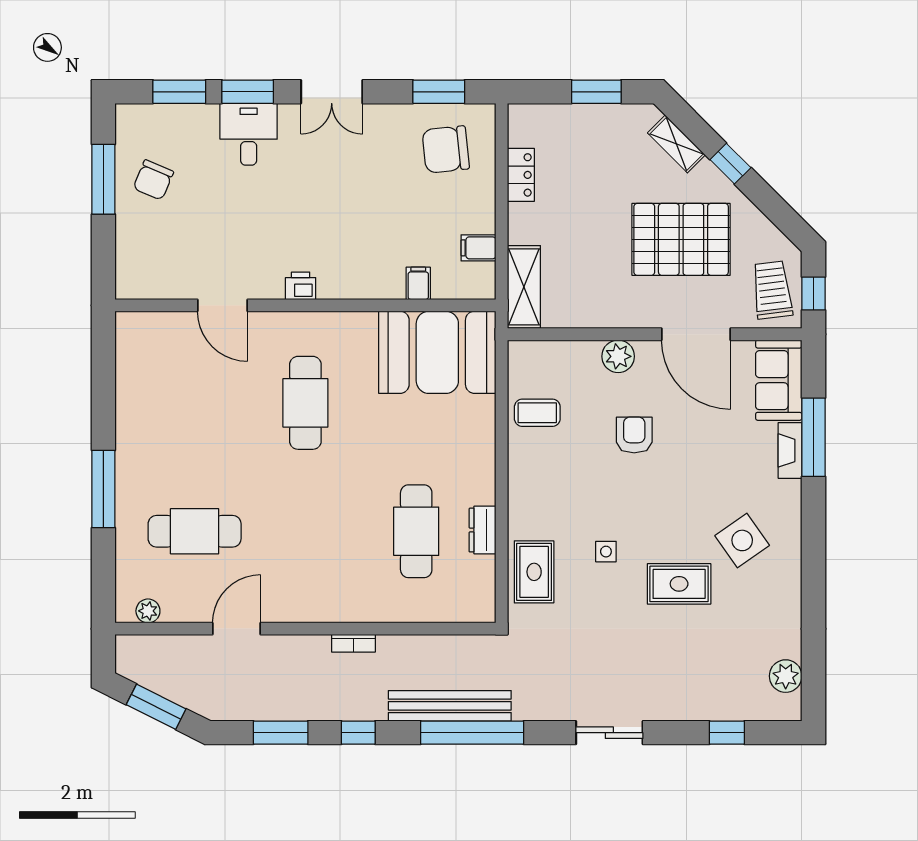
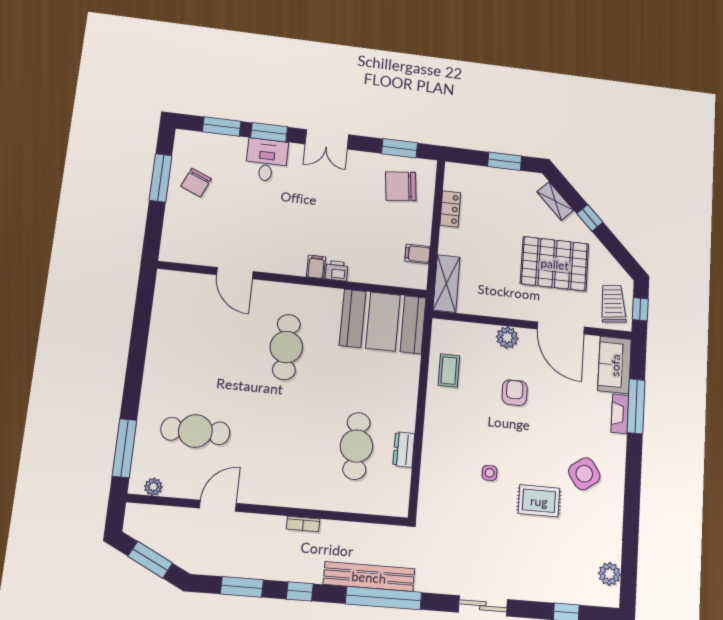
filing cabinet: (418, 283) -> (316, 267), moved
printer: (301, 286) -> (337, 271), moved
coffee table: (537, 413) -> (449, 371), turned 90
window: (103, 489) -> (124, 448), moved
rug: (534, 572) -> (438, 483), removed

